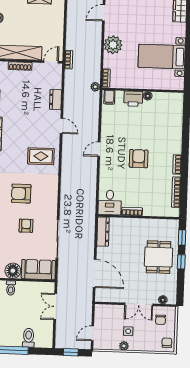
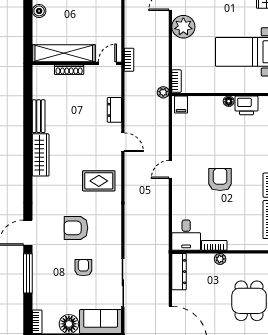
plant: (113, 45) -> (183, 27), moved
printer: (133, 99) -> (246, 105), moved
plant: (136, 223) -> (220, 259), added

